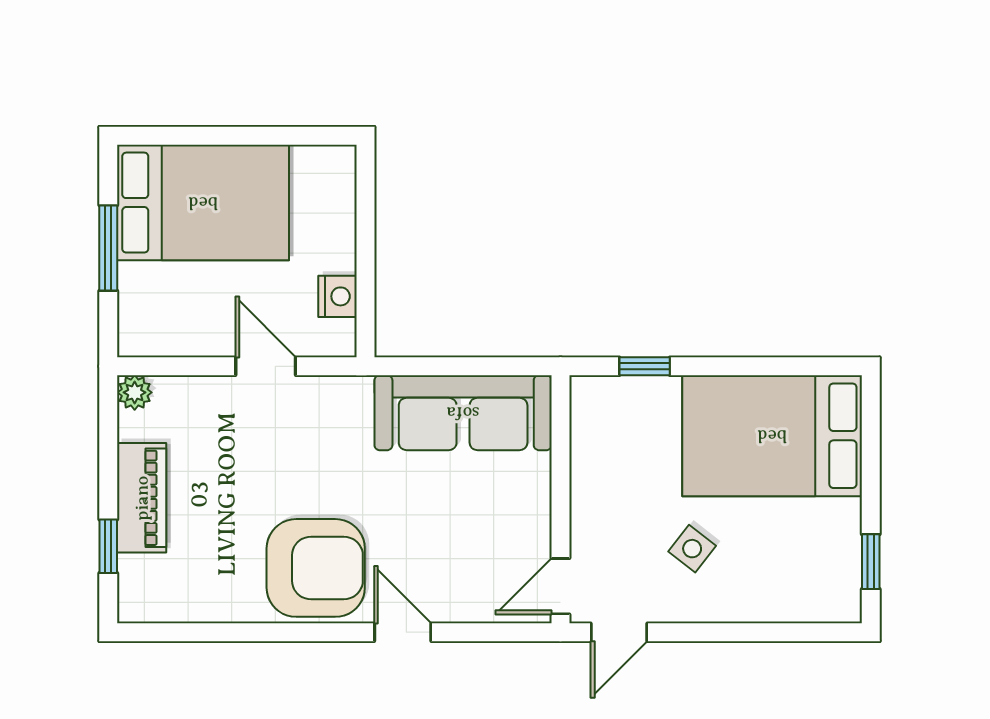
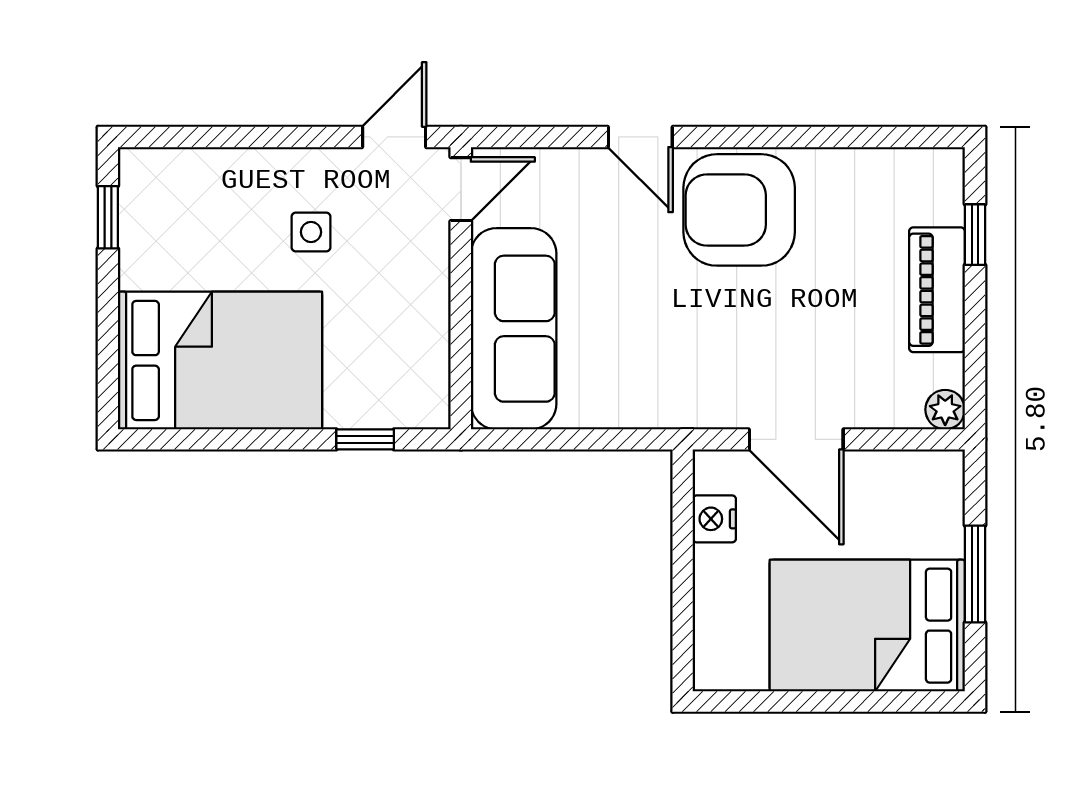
door: (266, 366) -> (796, 439), width x1.38
sofa: (463, 413) -> (514, 329), moved, turned 90
side table: (692, 549) -> (311, 232), turned -38

